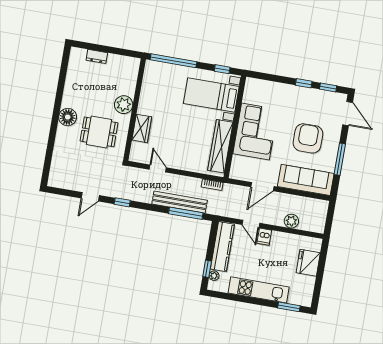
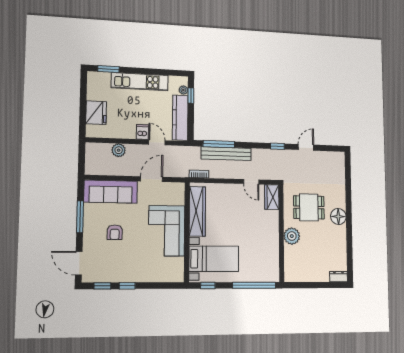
dresser: (97, 56) -> (339, 277), moved
wardrobe: (142, 128) -> (272, 197), moved
armchair: (308, 138) -> (115, 232), width x0.53, depth x0.53

